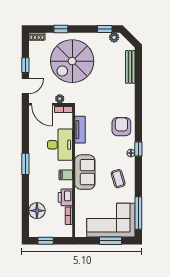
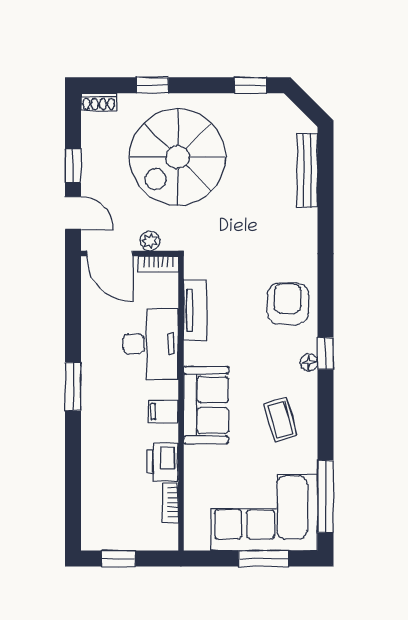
plant: (114, 37) -> (271, 104), removed
door: (25, 86) -> (73, 213), hinge flipped
floor lamp: (37, 211) -> (99, 491), removed

